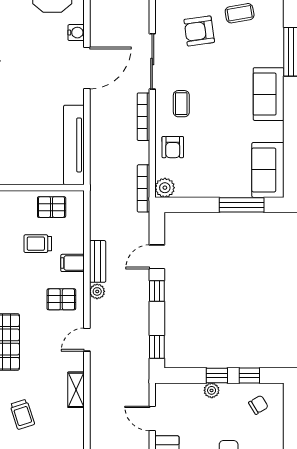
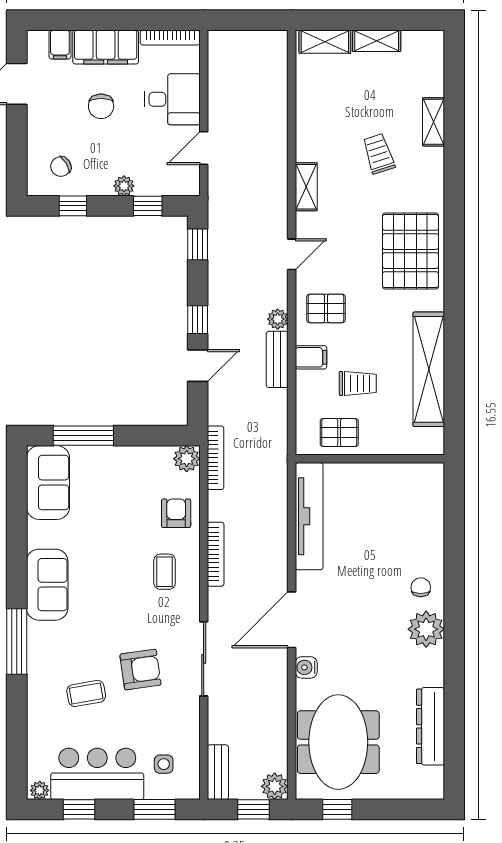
sliding door: (152, 61) -> (204, 659), moved
window: (217, 376) -> (148, 206), moved
door: (152, 418) -> (204, 148), swing flipped

